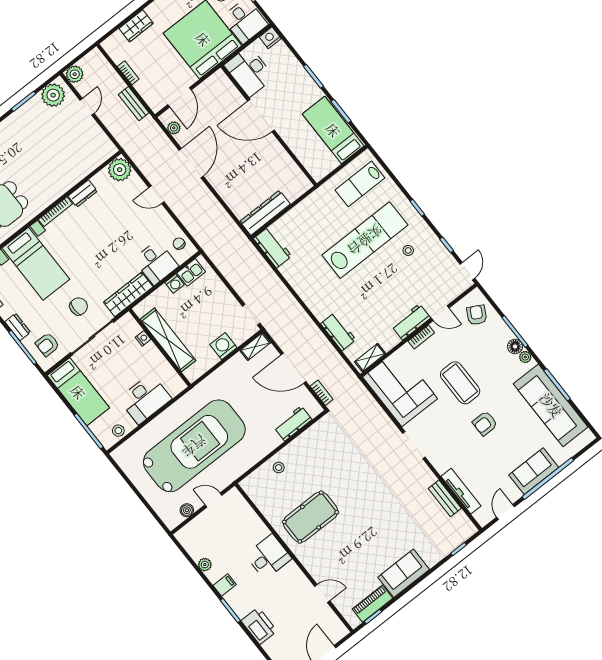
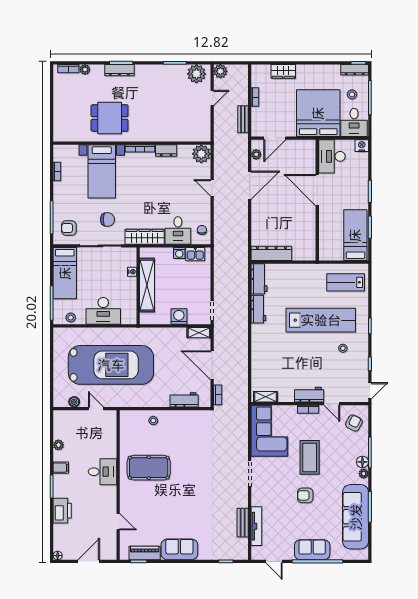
dresser: (18, 327) -> (59, 202), removed
workbench: (338, 332) -> (258, 309), moved
door: (506, 512) -> (274, 561), swing flipped

